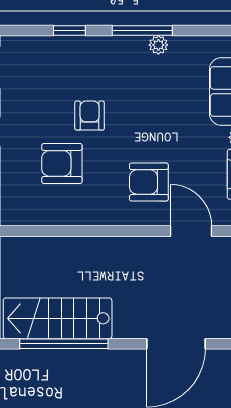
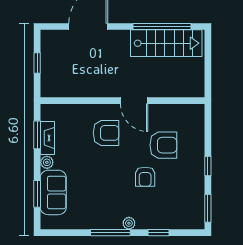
plant: (158, 45) -> (129, 223), moved
door: (191, 231) -> (134, 101), moved

